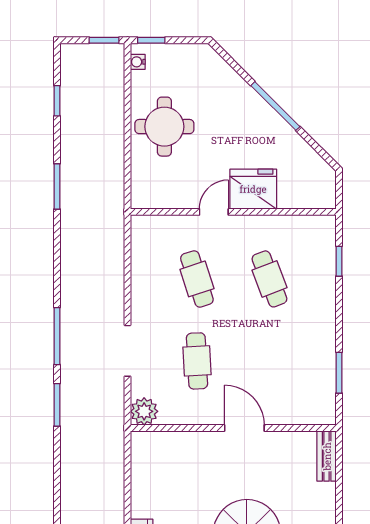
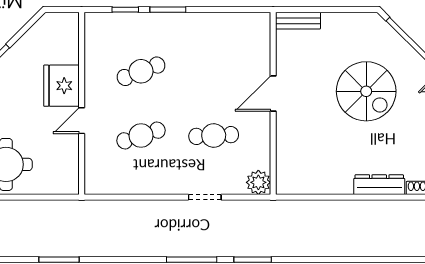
door: (214, 212) -> (82, 121), hinge flipped
doorway: (127, 351) -> (205, 197), width x0.73
window: (339, 373) -> (168, 10), moved

